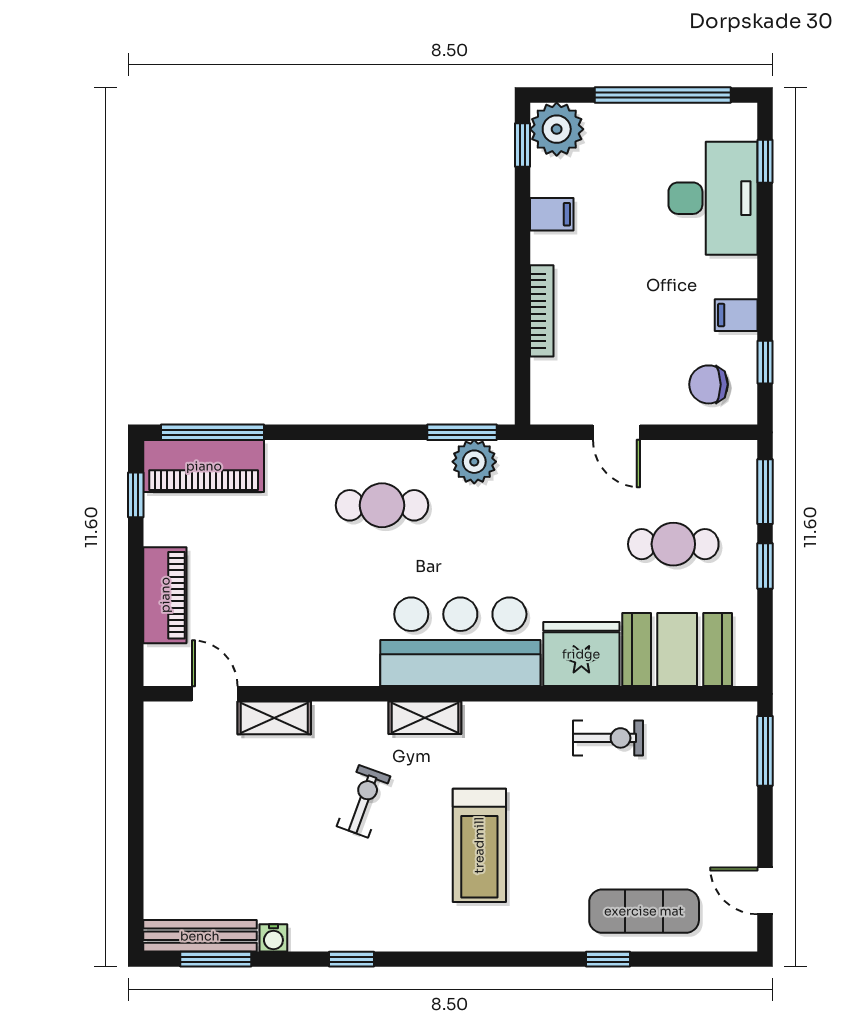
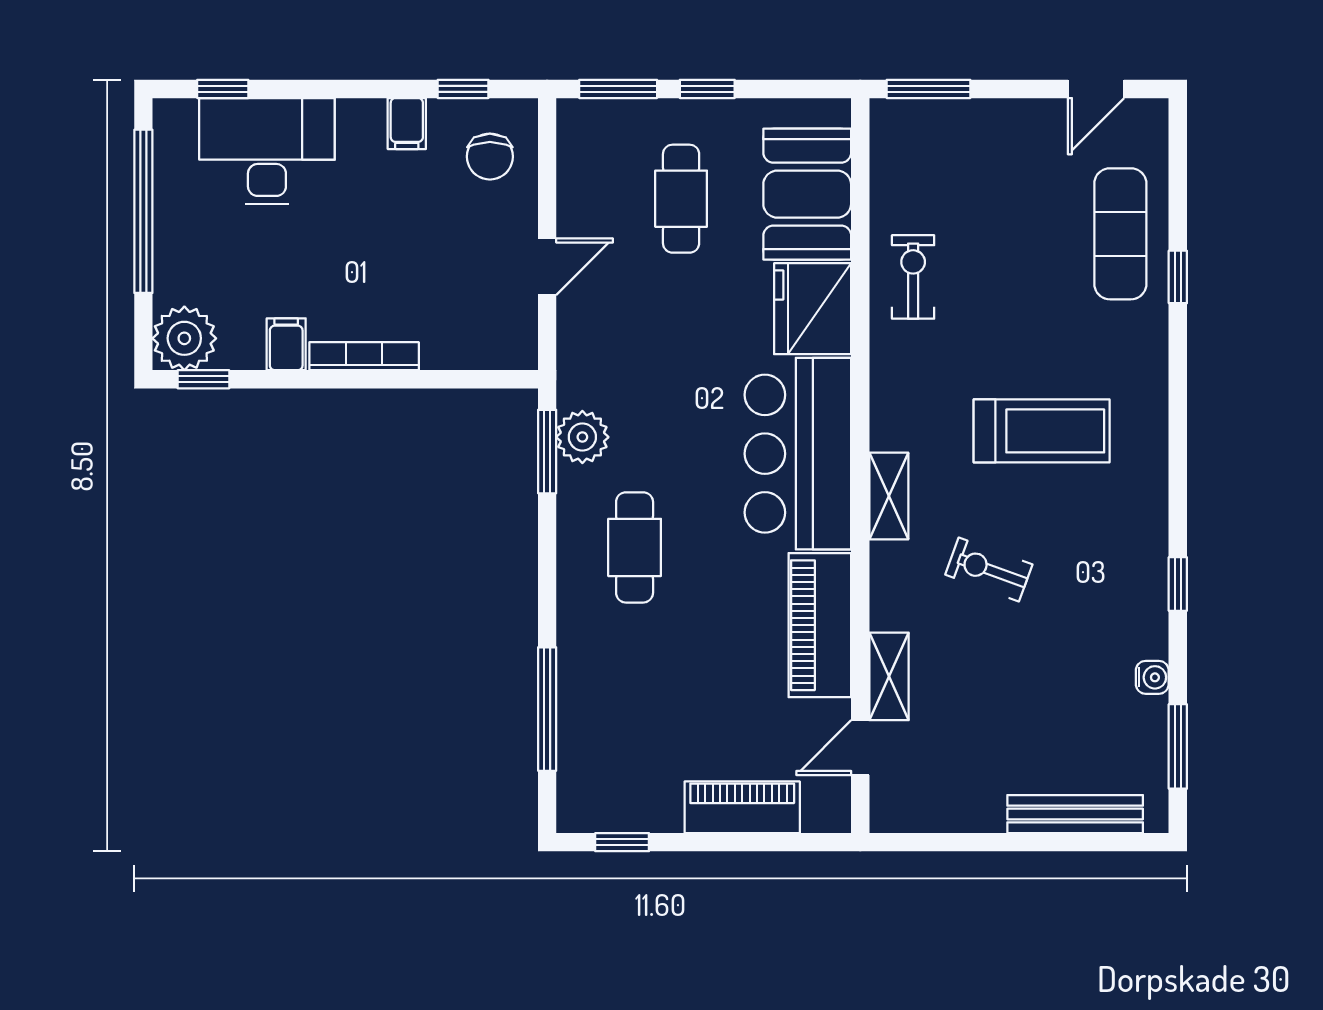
bookcase: (542, 311) -> (364, 356), moved
window: (213, 432) -> (547, 709), moved
piano: (204, 466) -> (820, 625), moved, turned 180
bench: (200, 936) -> (1075, 814), moved, turned 90

